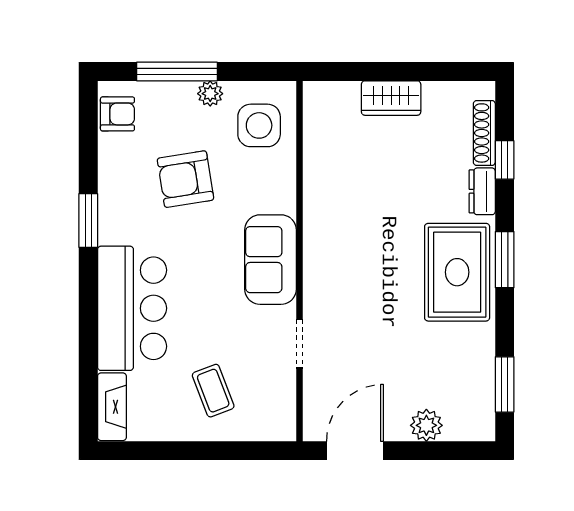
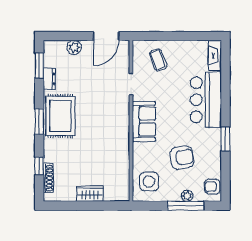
plant: (210, 94) -> (187, 196), moved
dresser: (482, 191) -> (49, 79), moved
coffee table: (213, 391) -> (158, 60), moved

